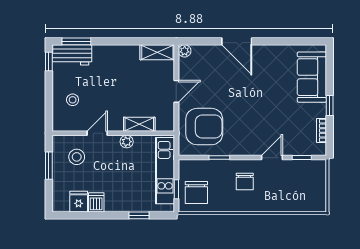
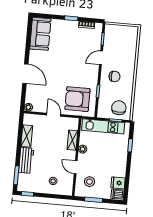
door: (237, 41) -> (25, 74), hinge flipped
shelving: (157, 52) -> (27, 136), moved
workbench: (72, 55) -> (26, 160), moved
sofa: (312, 77) -> (40, 34), moved, turned -90
armchair: (204, 127) -> (77, 99), turned -90
door: (272, 158) -> (101, 58), hinge flipped
chair: (196, 192) -> (119, 108), turned -90
dishwasher: (96, 202) -> (118, 194), moved

